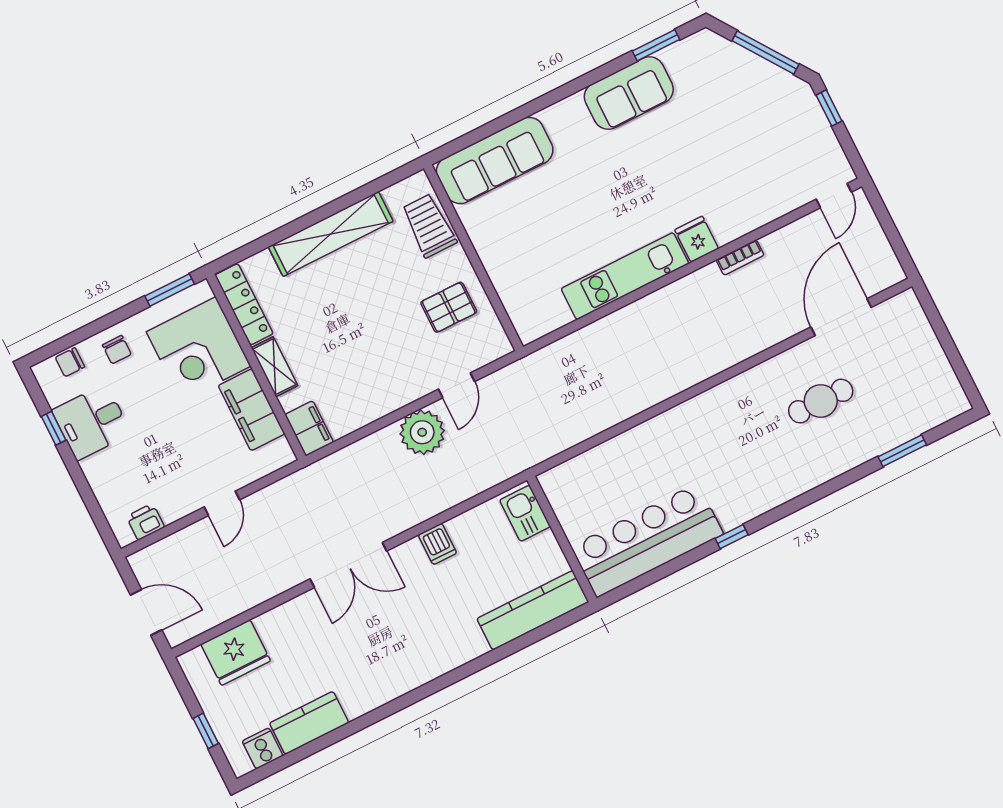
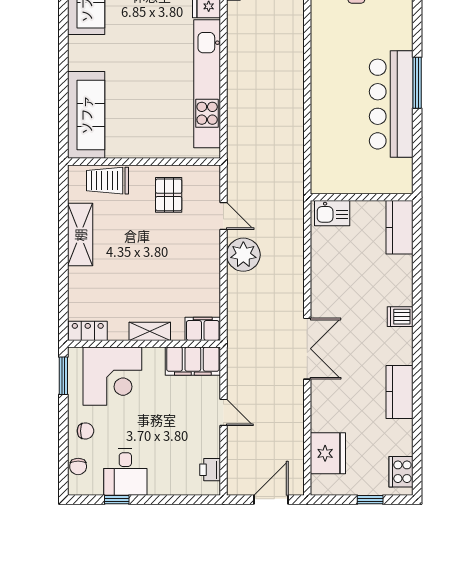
shelving: (331, 234) -> (80, 235), width x0.68
kitchen unit: (625, 276) -> (207, 84), width x1.36
locker: (244, 304) -> (88, 331), width x0.66
filing cabinet: (251, 410) -> (193, 361), moved
window: (732, 537) -> (417, 83), width x2.17
bar counter: (647, 540) -> (391, 104), moved
dishwasher: (437, 544) -> (400, 317), moved, turned 180
kitchen counter: (533, 610) -> (400, 227), width x0.67
kitchen counter: (309, 723) -> (400, 392), moved
cooker: (263, 748) -> (401, 472), width x1.36

